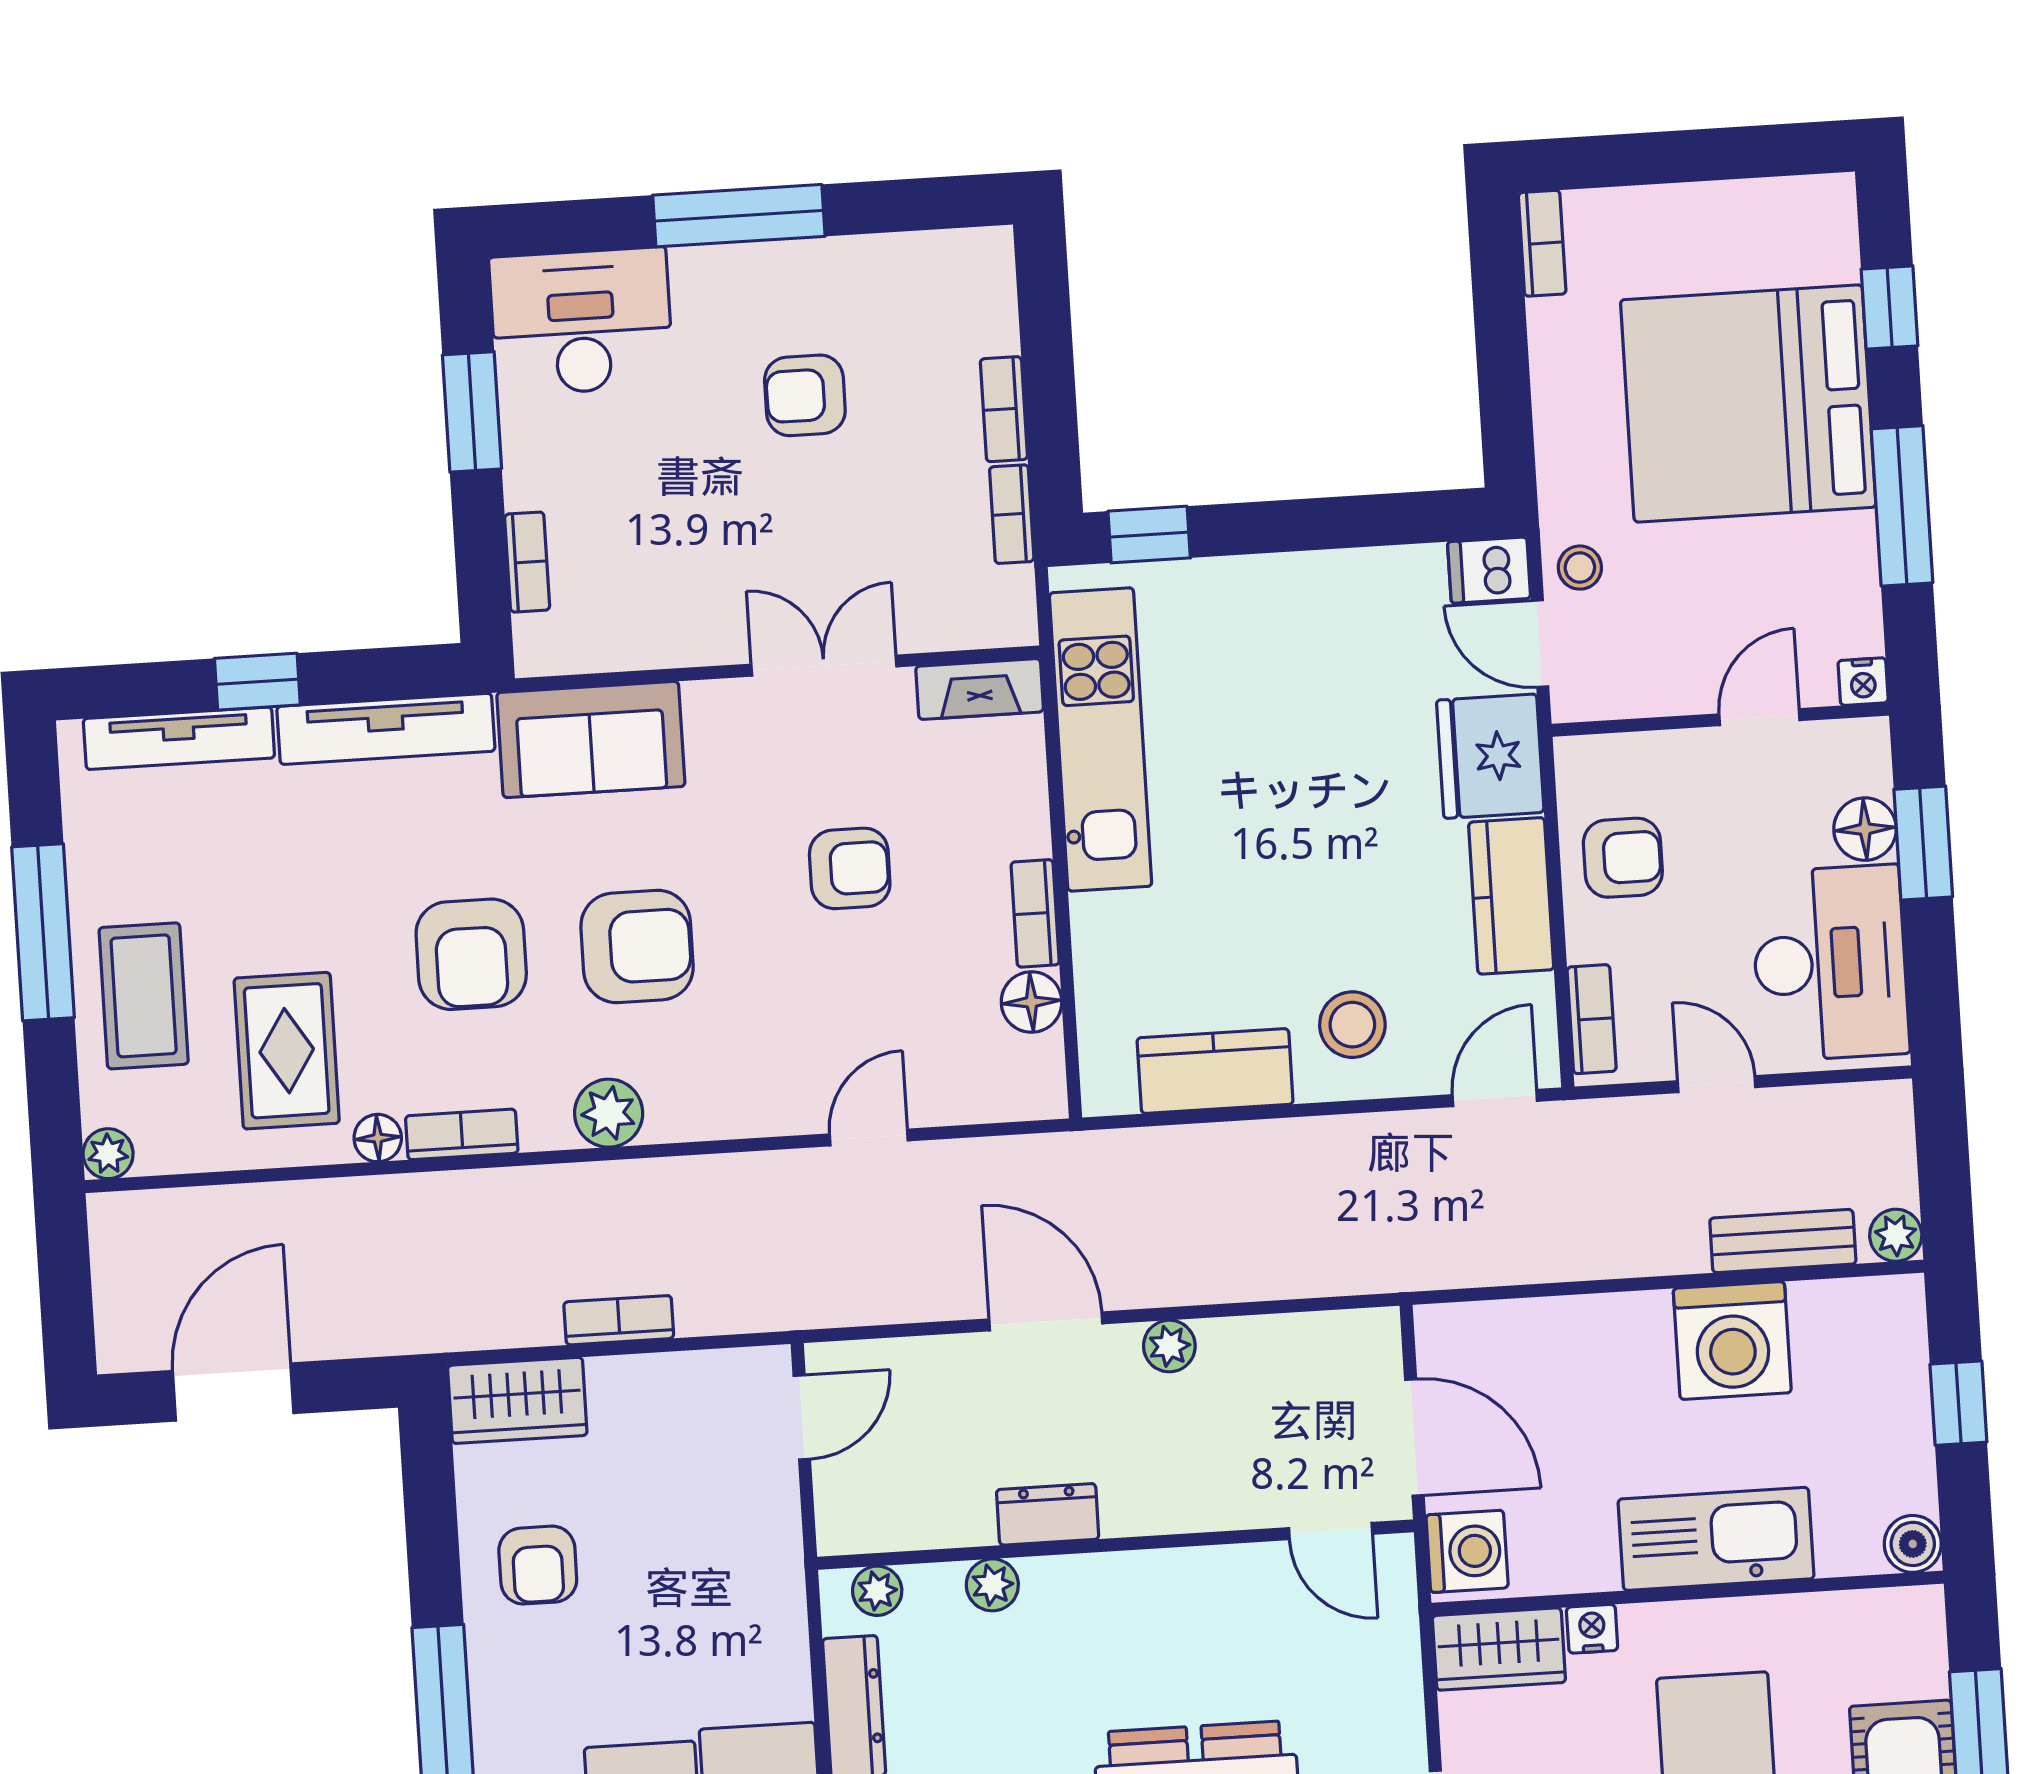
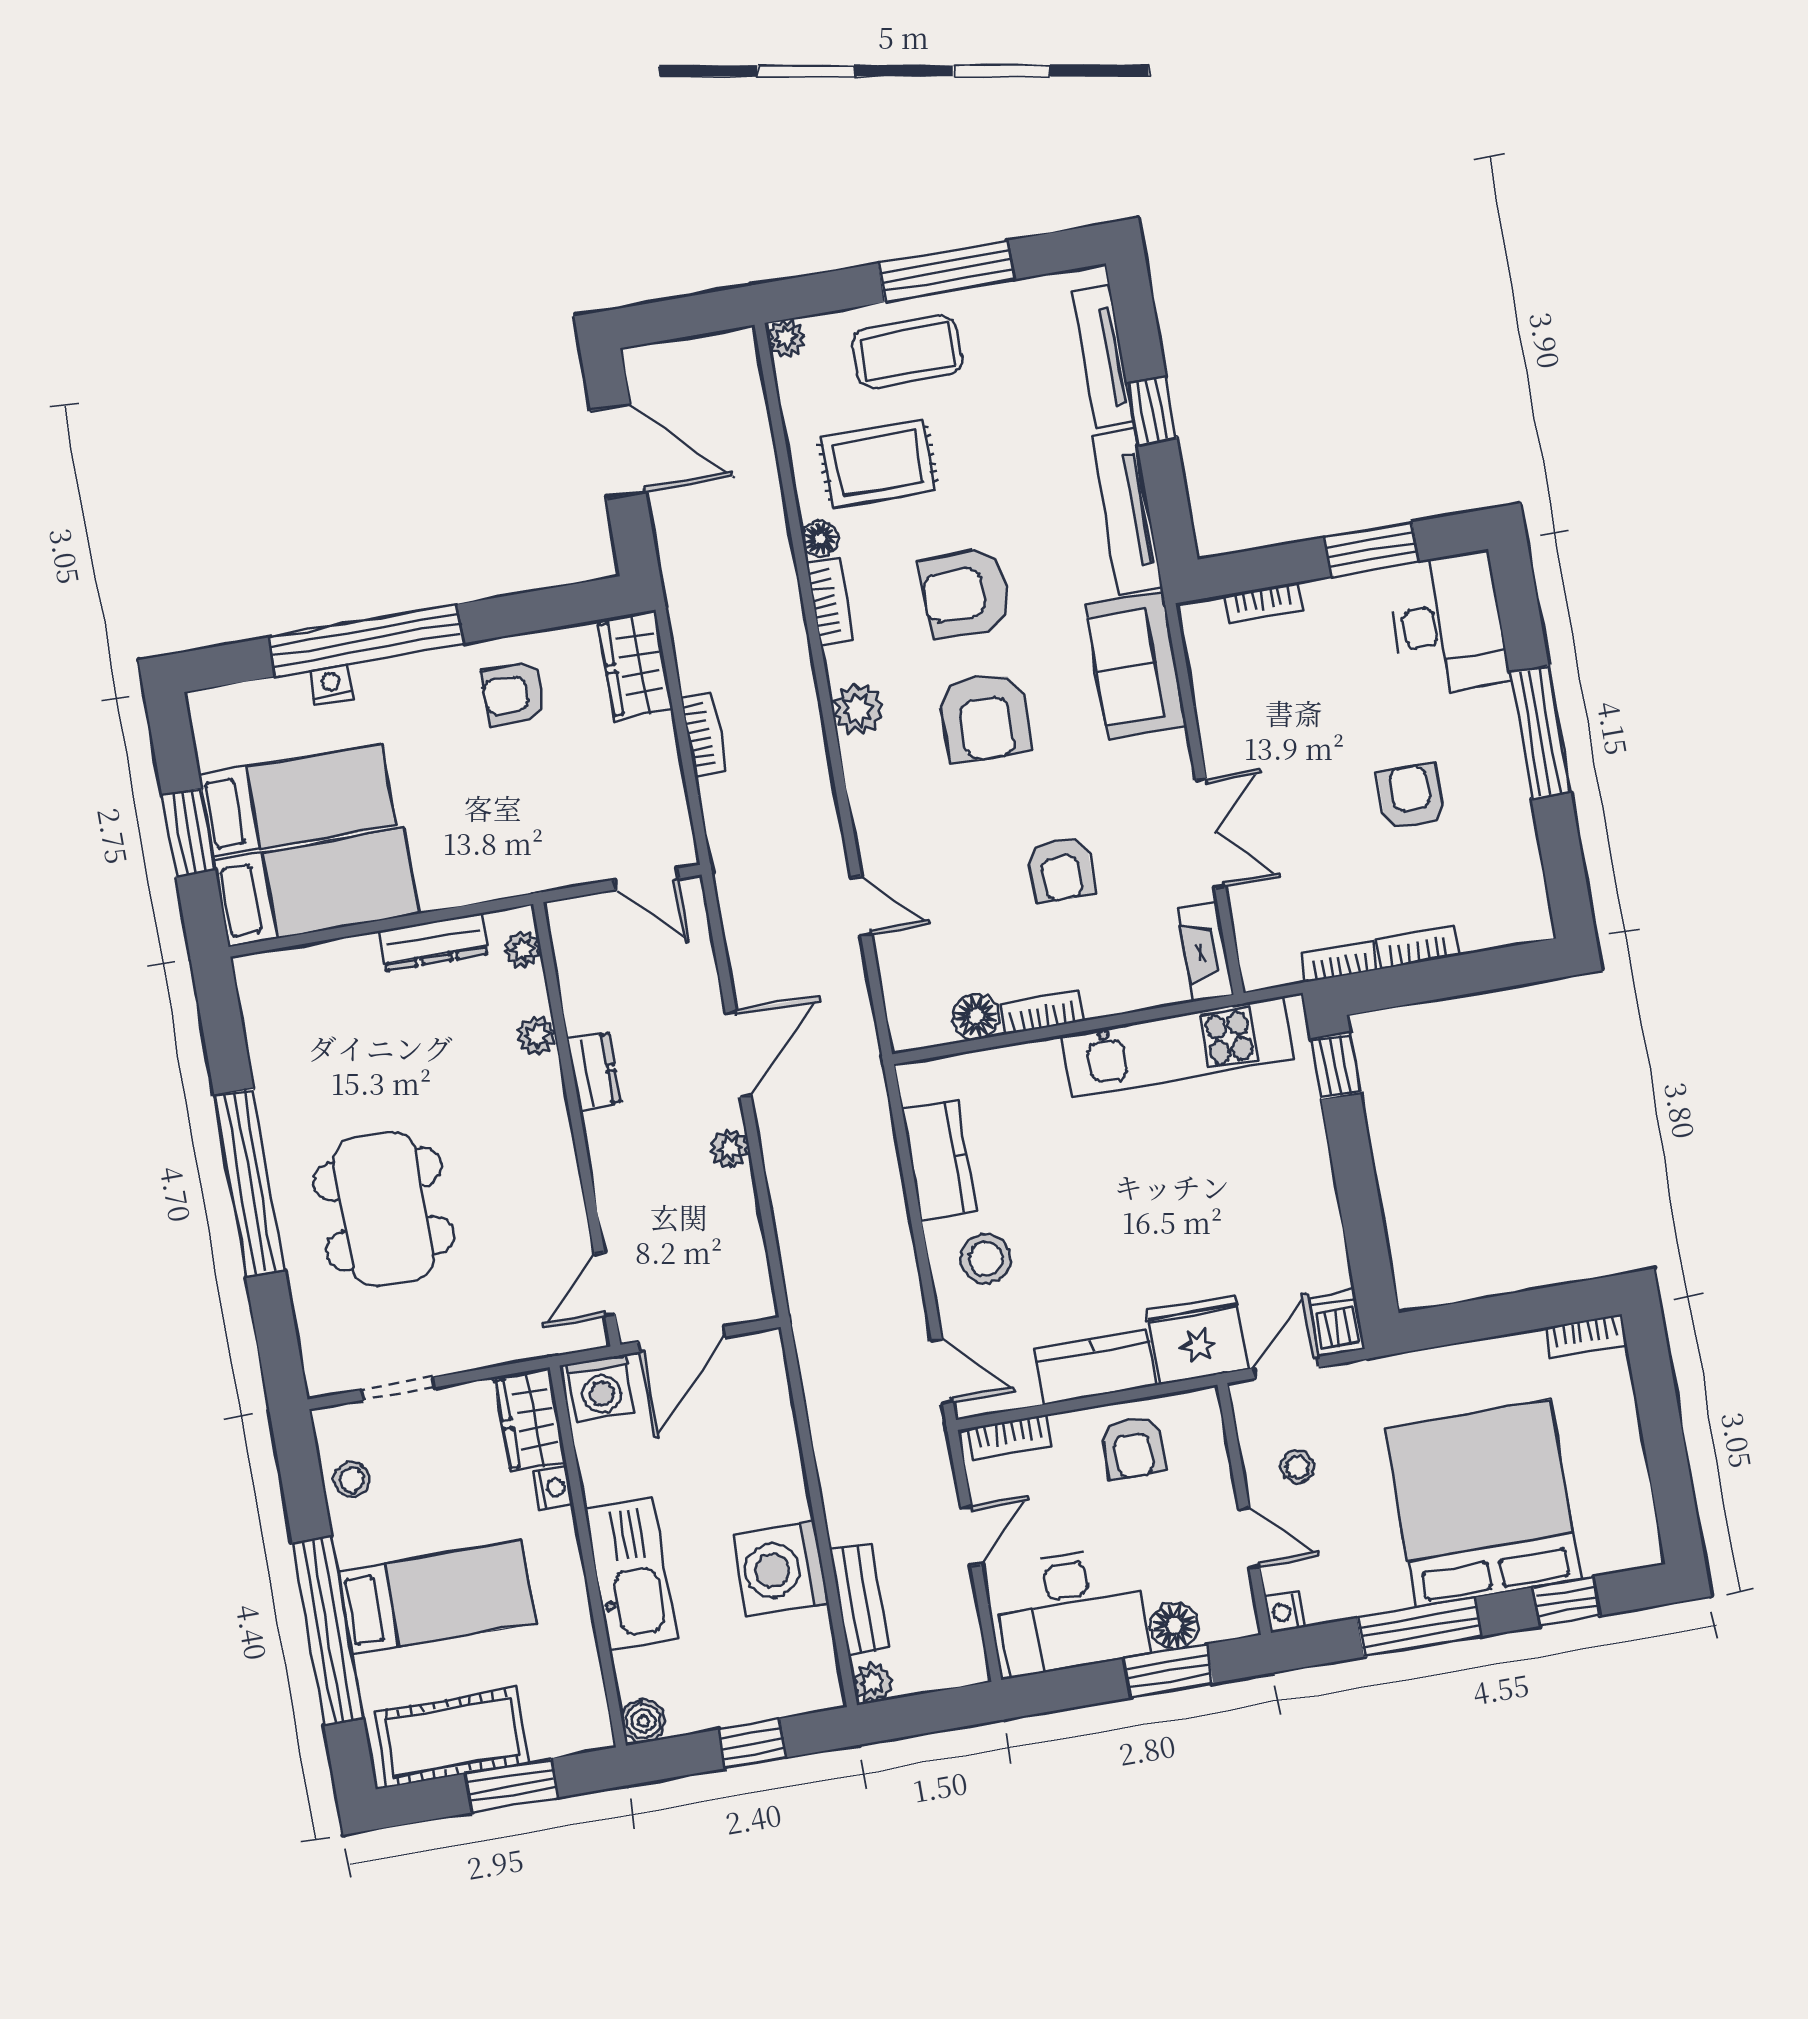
stool: (1580, 568) -> (1297, 1467), moved

